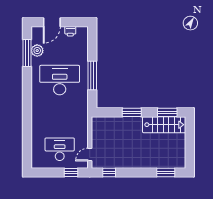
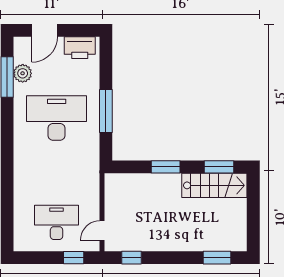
printer: (70, 31) -> (80, 48), width x1.87, depth x1.48

